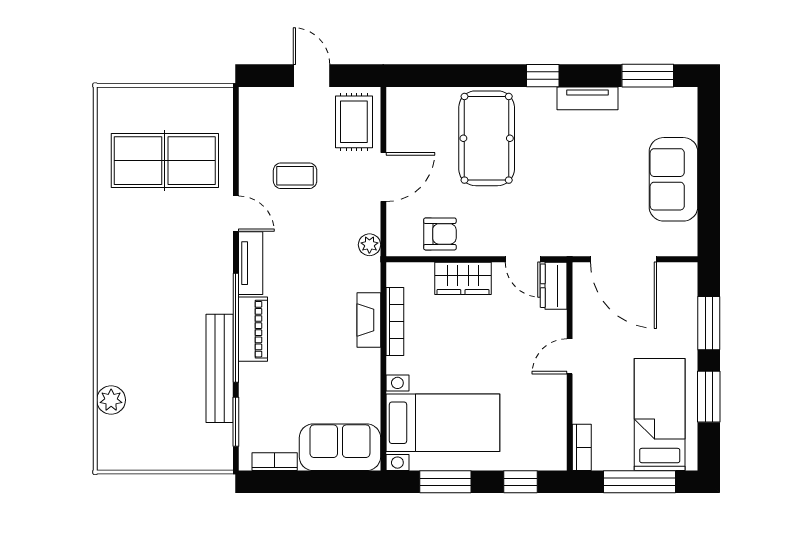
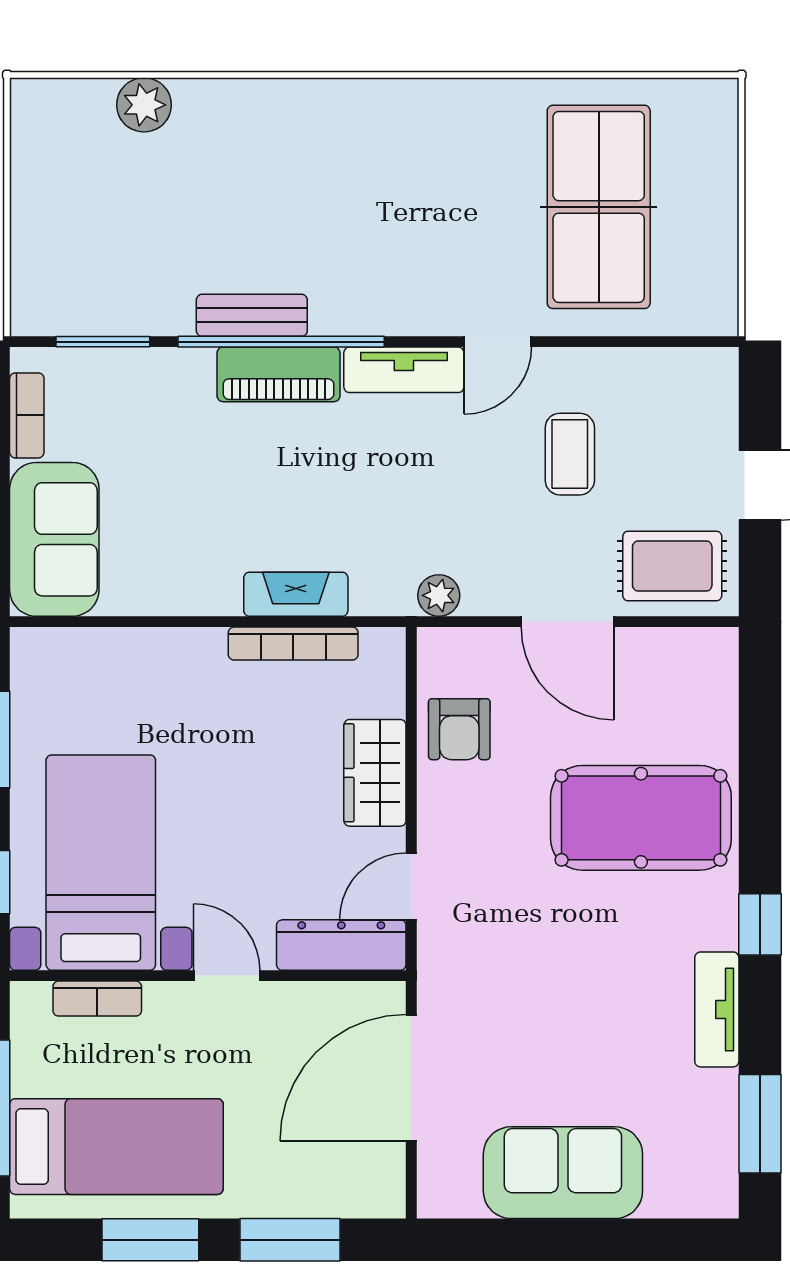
dresser: (554, 286) -> (341, 945), width x1.44
bench: (220, 368) -> (252, 315), width x0.54, depth x0.82
bed with nightstands: (443, 423) -> (101, 863), moved, turned 180
bookcase: (582, 447) -> (97, 999), moved

